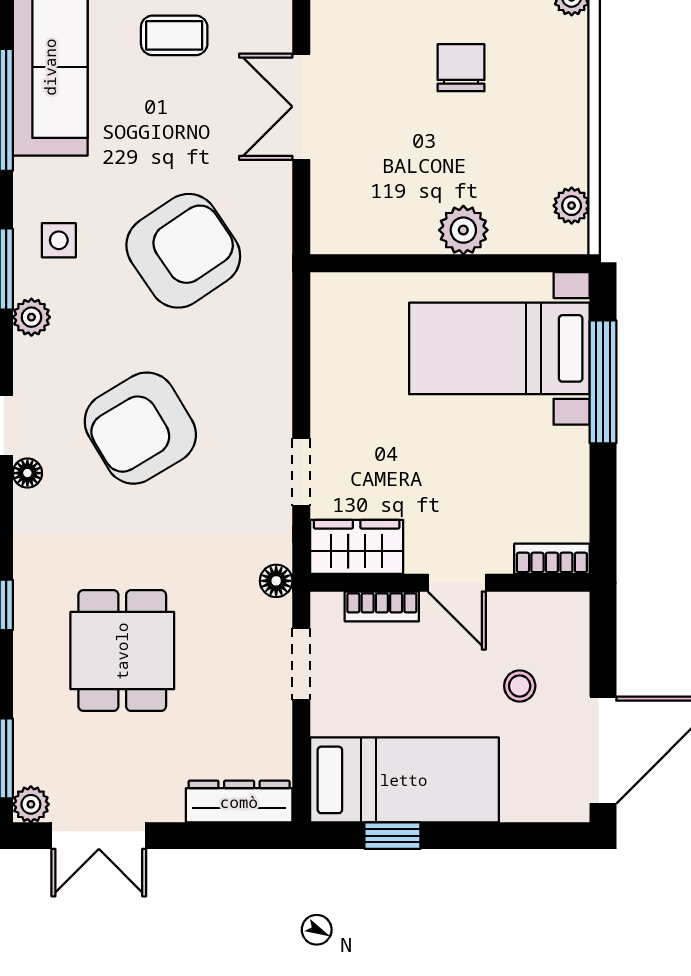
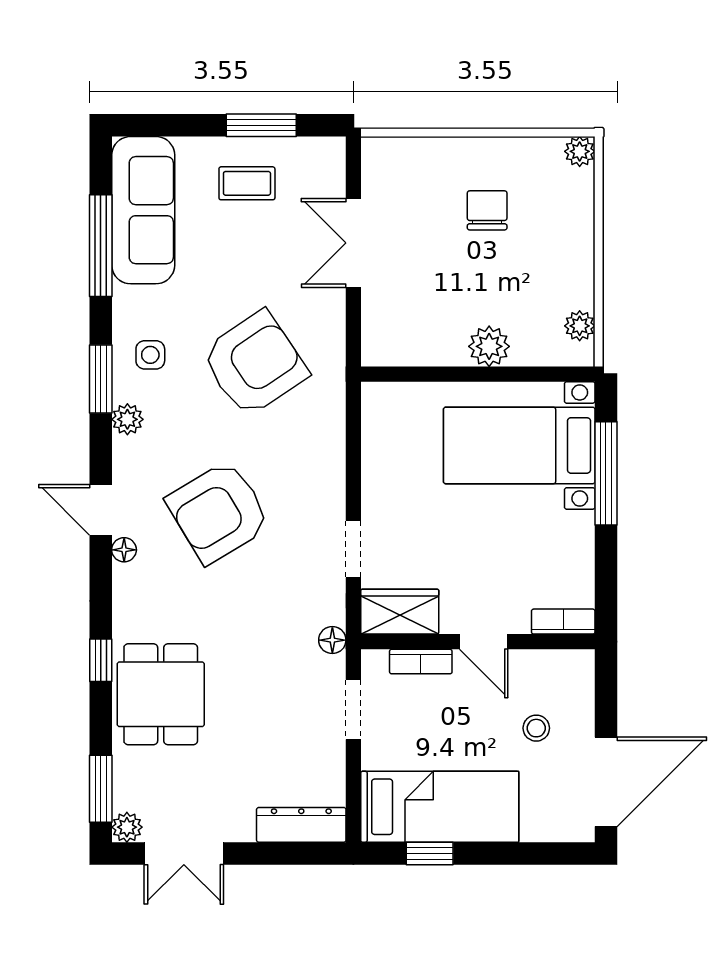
dining table: (122, 651) -> (161, 694), moved

